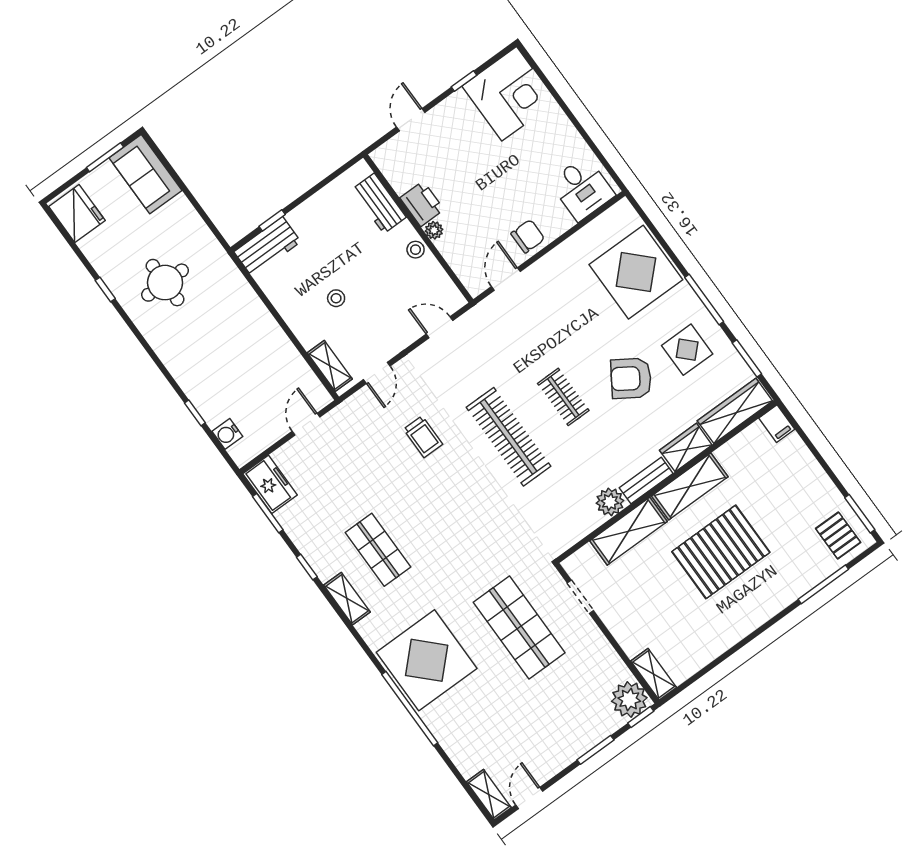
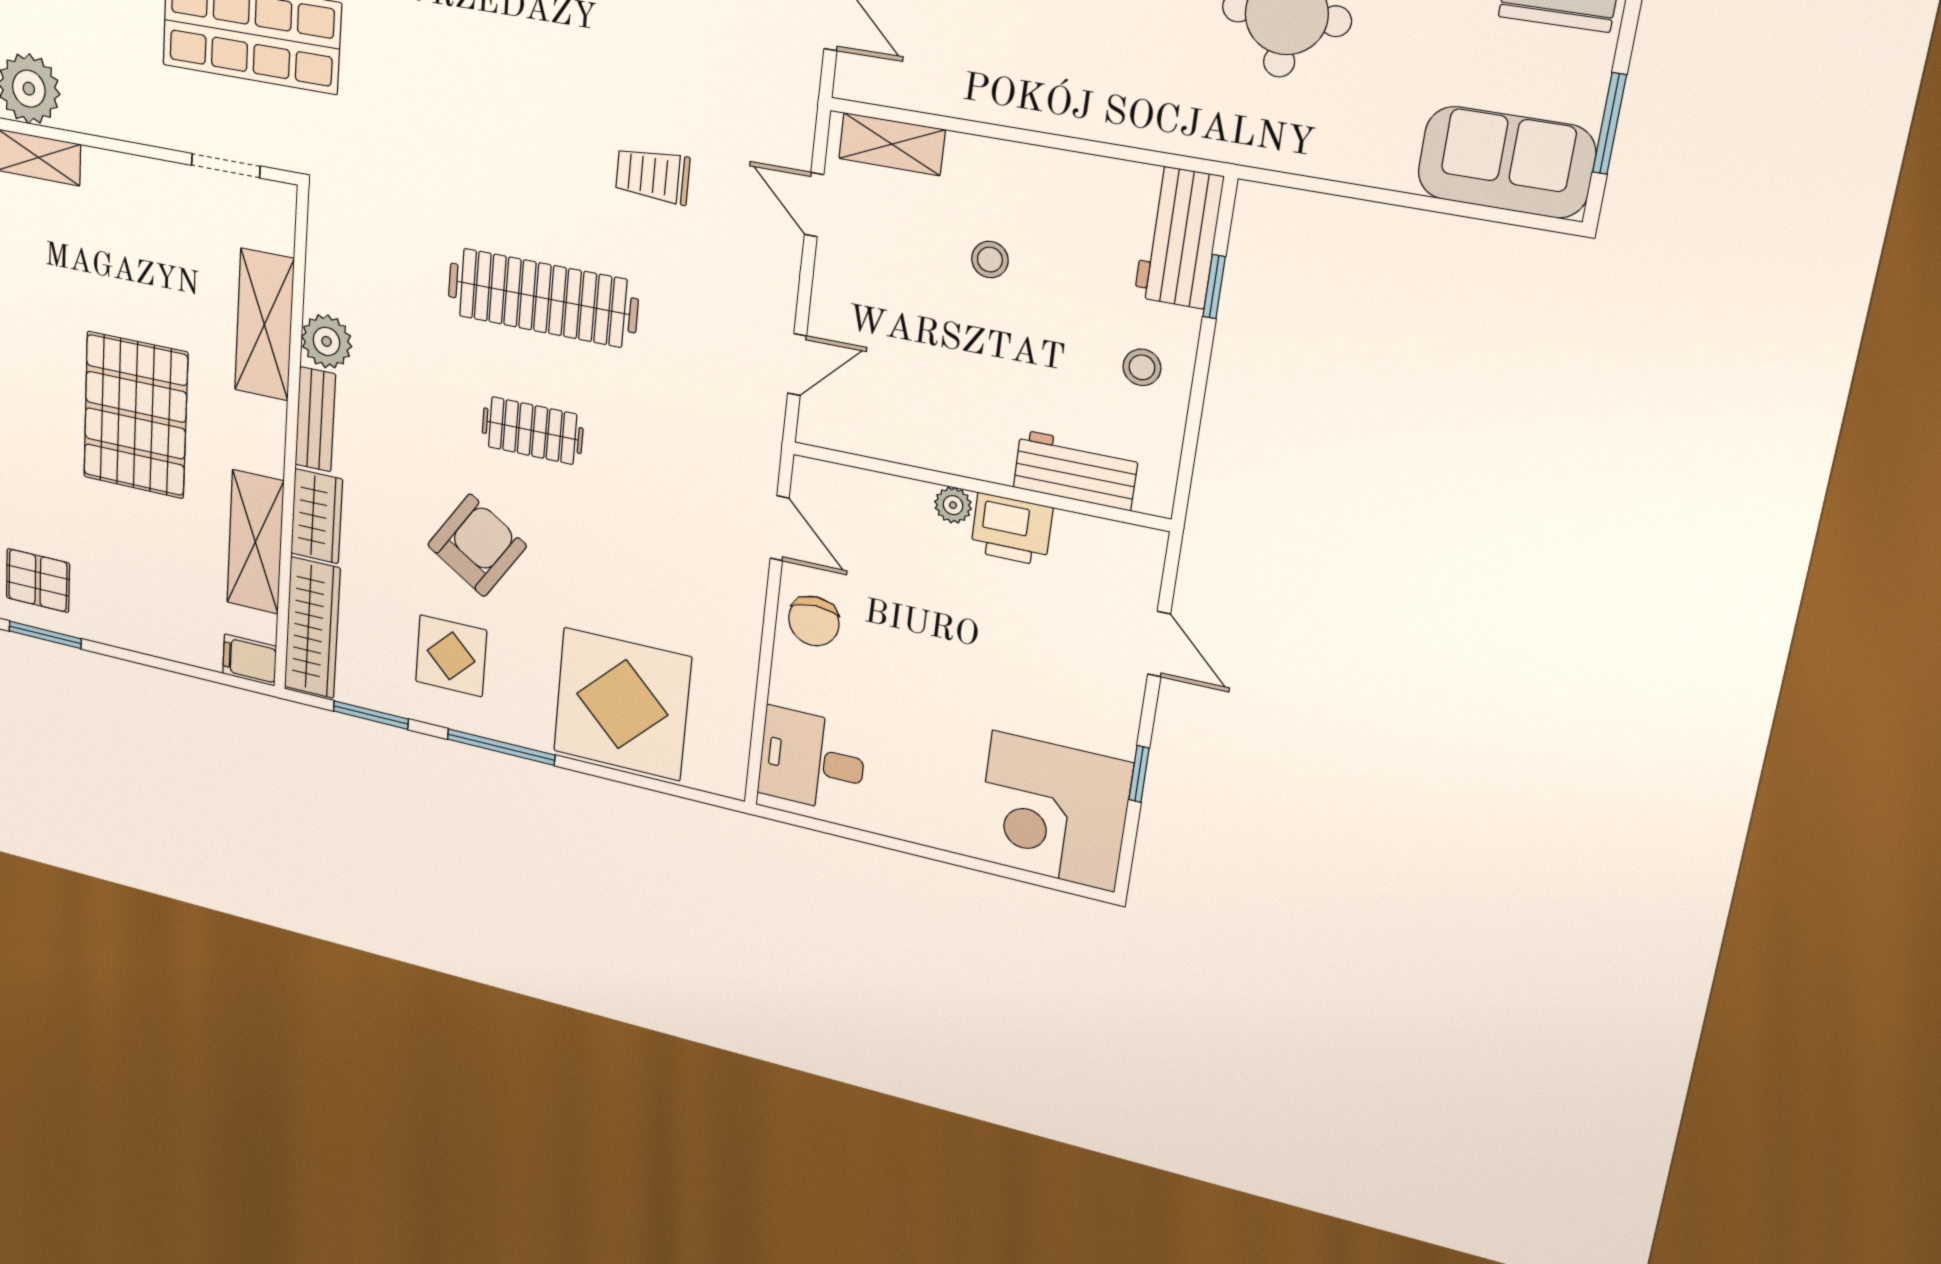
stool: (416, 250) -> (1142, 367), moved
shelving: (690, 486) -> (255, 542), moved

